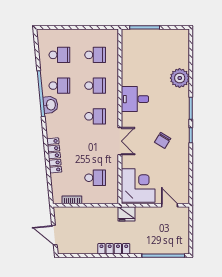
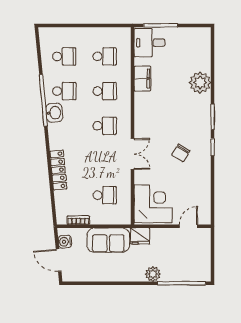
filing cabinet: (129, 75) -> (142, 79), added
desk: (135, 99) -> (150, 43), moved
door: (169, 205) -> (189, 226), hinge flipped
sofa: (98, 218) -> (108, 240), added
water cooler: (60, 219) -> (65, 242), added
plant: (138, 248) -> (153, 274), added
locker: (114, 249) -> (126, 275), removed

